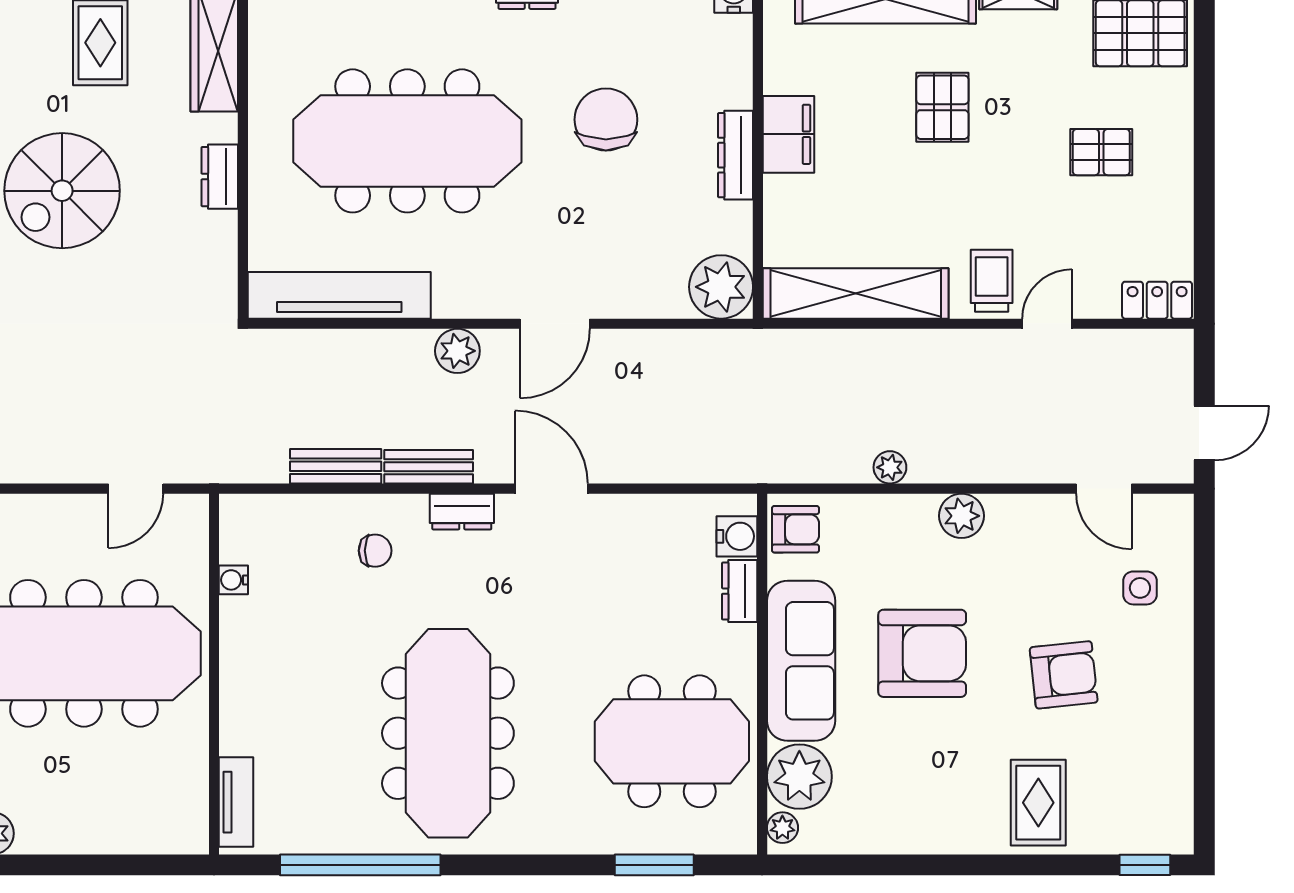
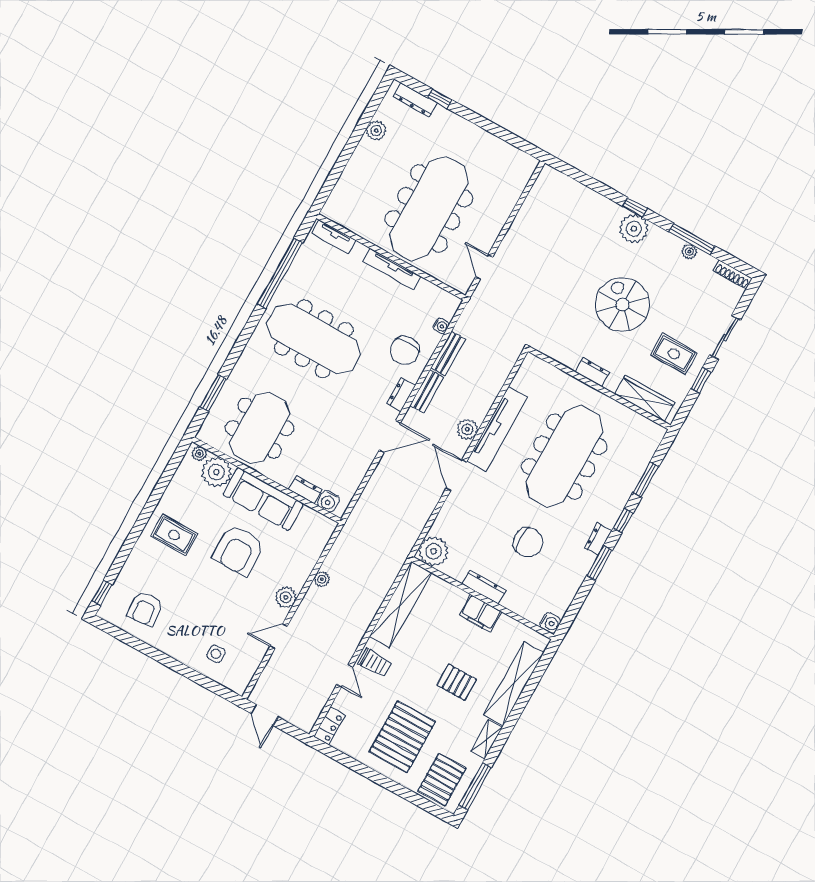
pallet: (1101, 152) -> (402, 737), width x2.05, depth x2.00
tv unit: (339, 295) -> (497, 429), moved
door: (1104, 489) -> (279, 636), moved
armchair: (795, 529) -> (318, 527), removed
chair: (375, 551) -> (405, 351), width x1.87, depth x1.87
water cooler: (233, 580) -> (441, 326), moved, turned 90
tv unit: (236, 659) -> (392, 269), added
armchair: (1064, 675) -> (145, 609), moved
rug: (1038, 803) -> (174, 535), moved

